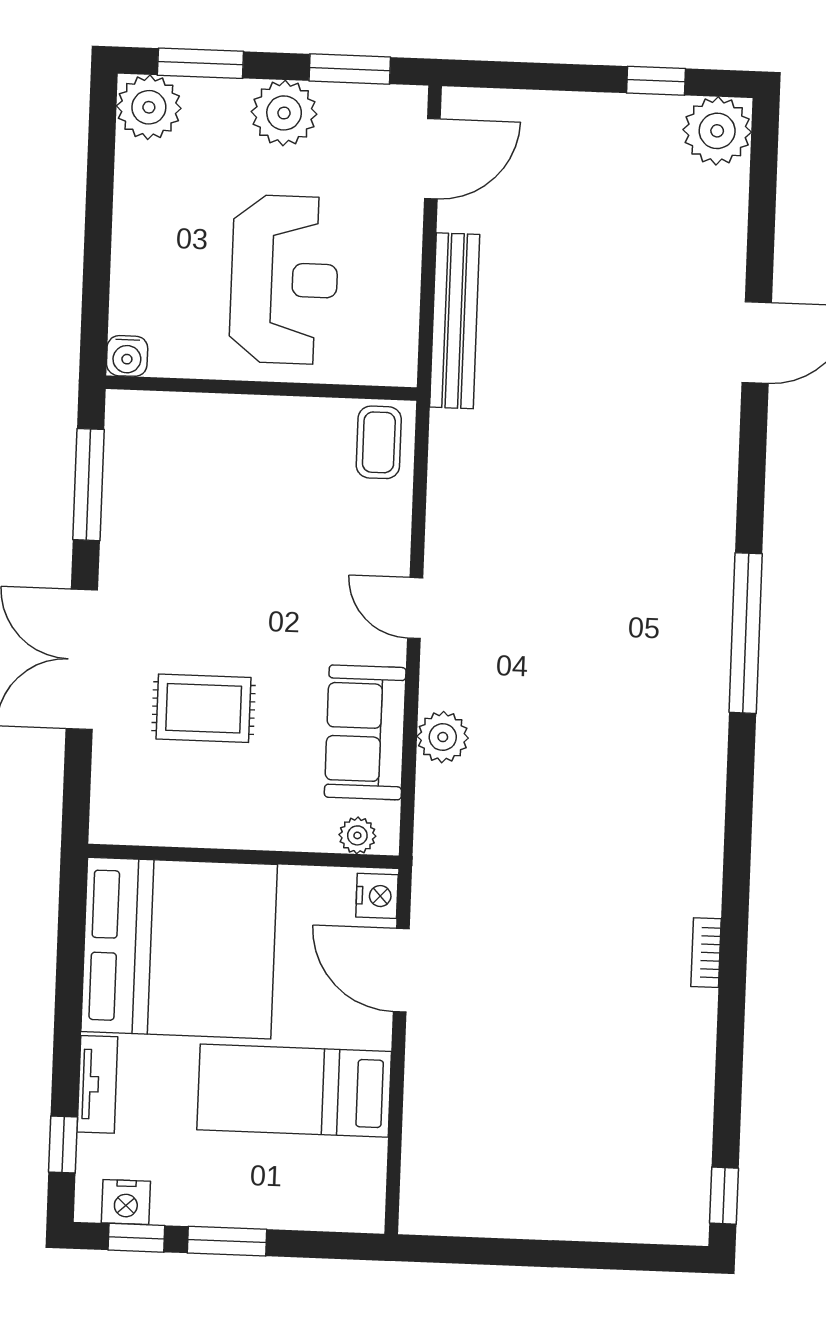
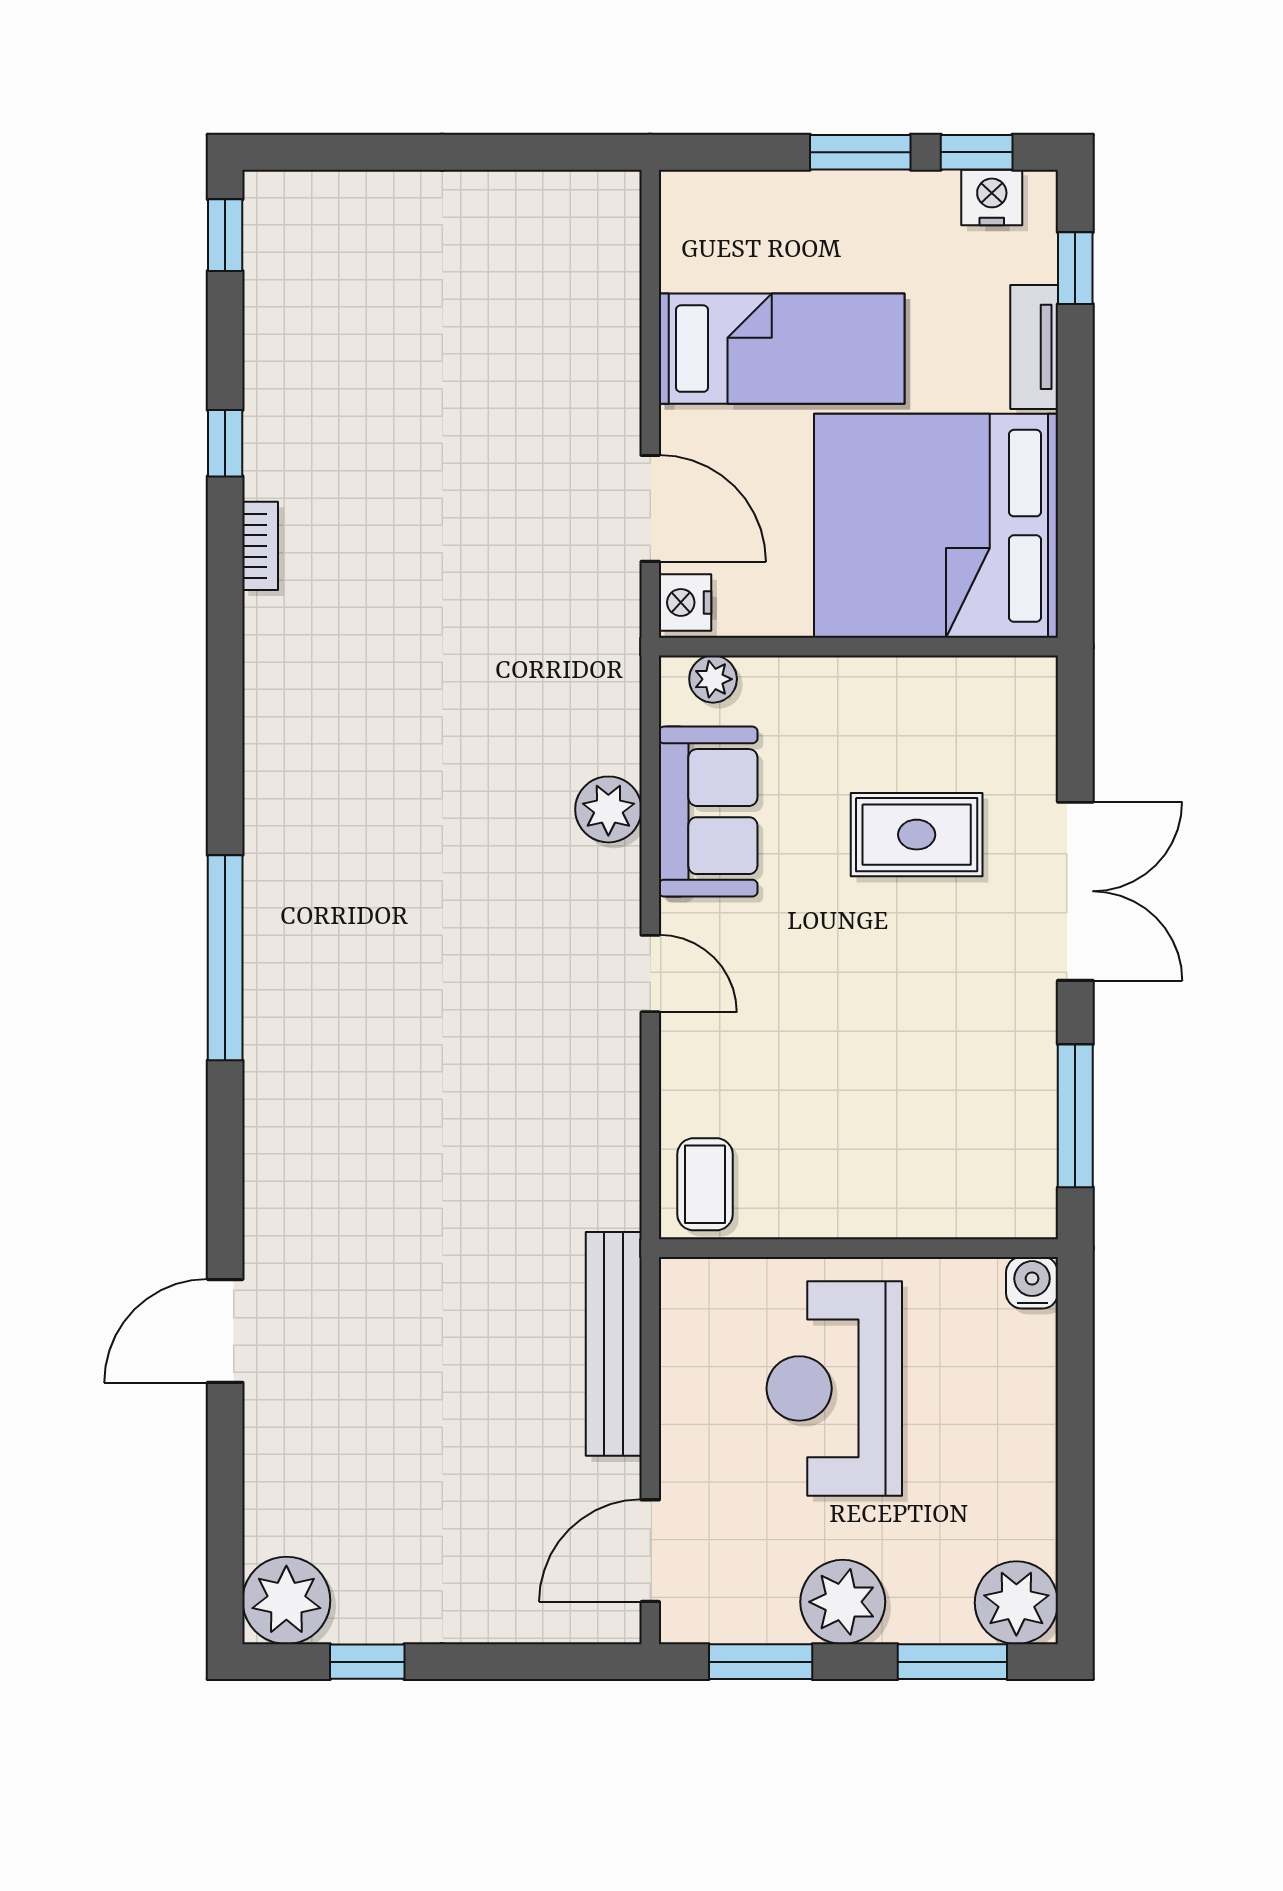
window: (730, 1034) -> (225, 443), added

